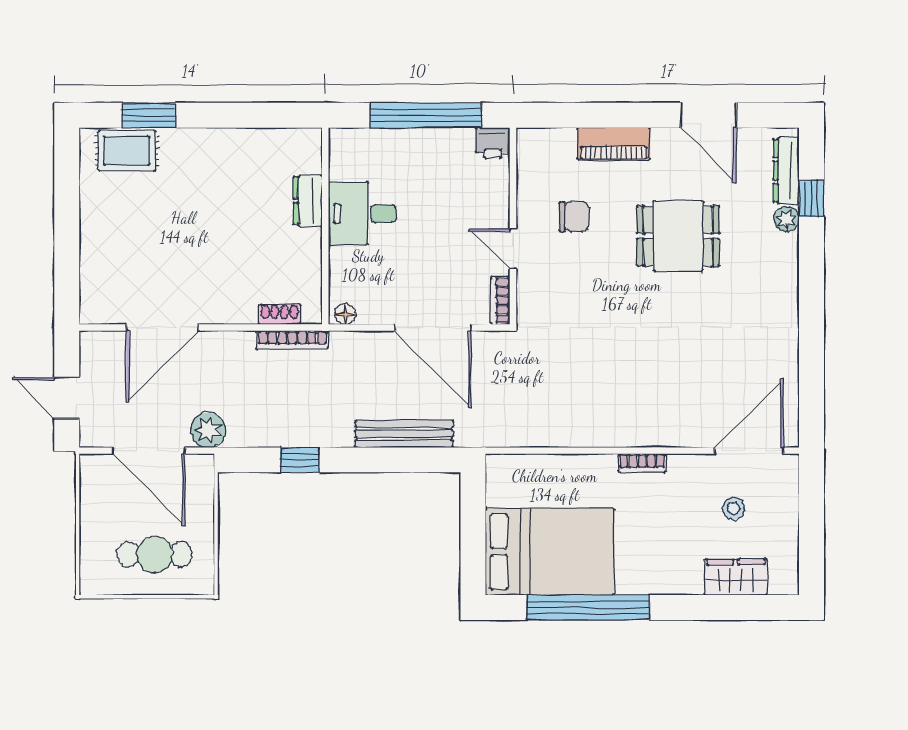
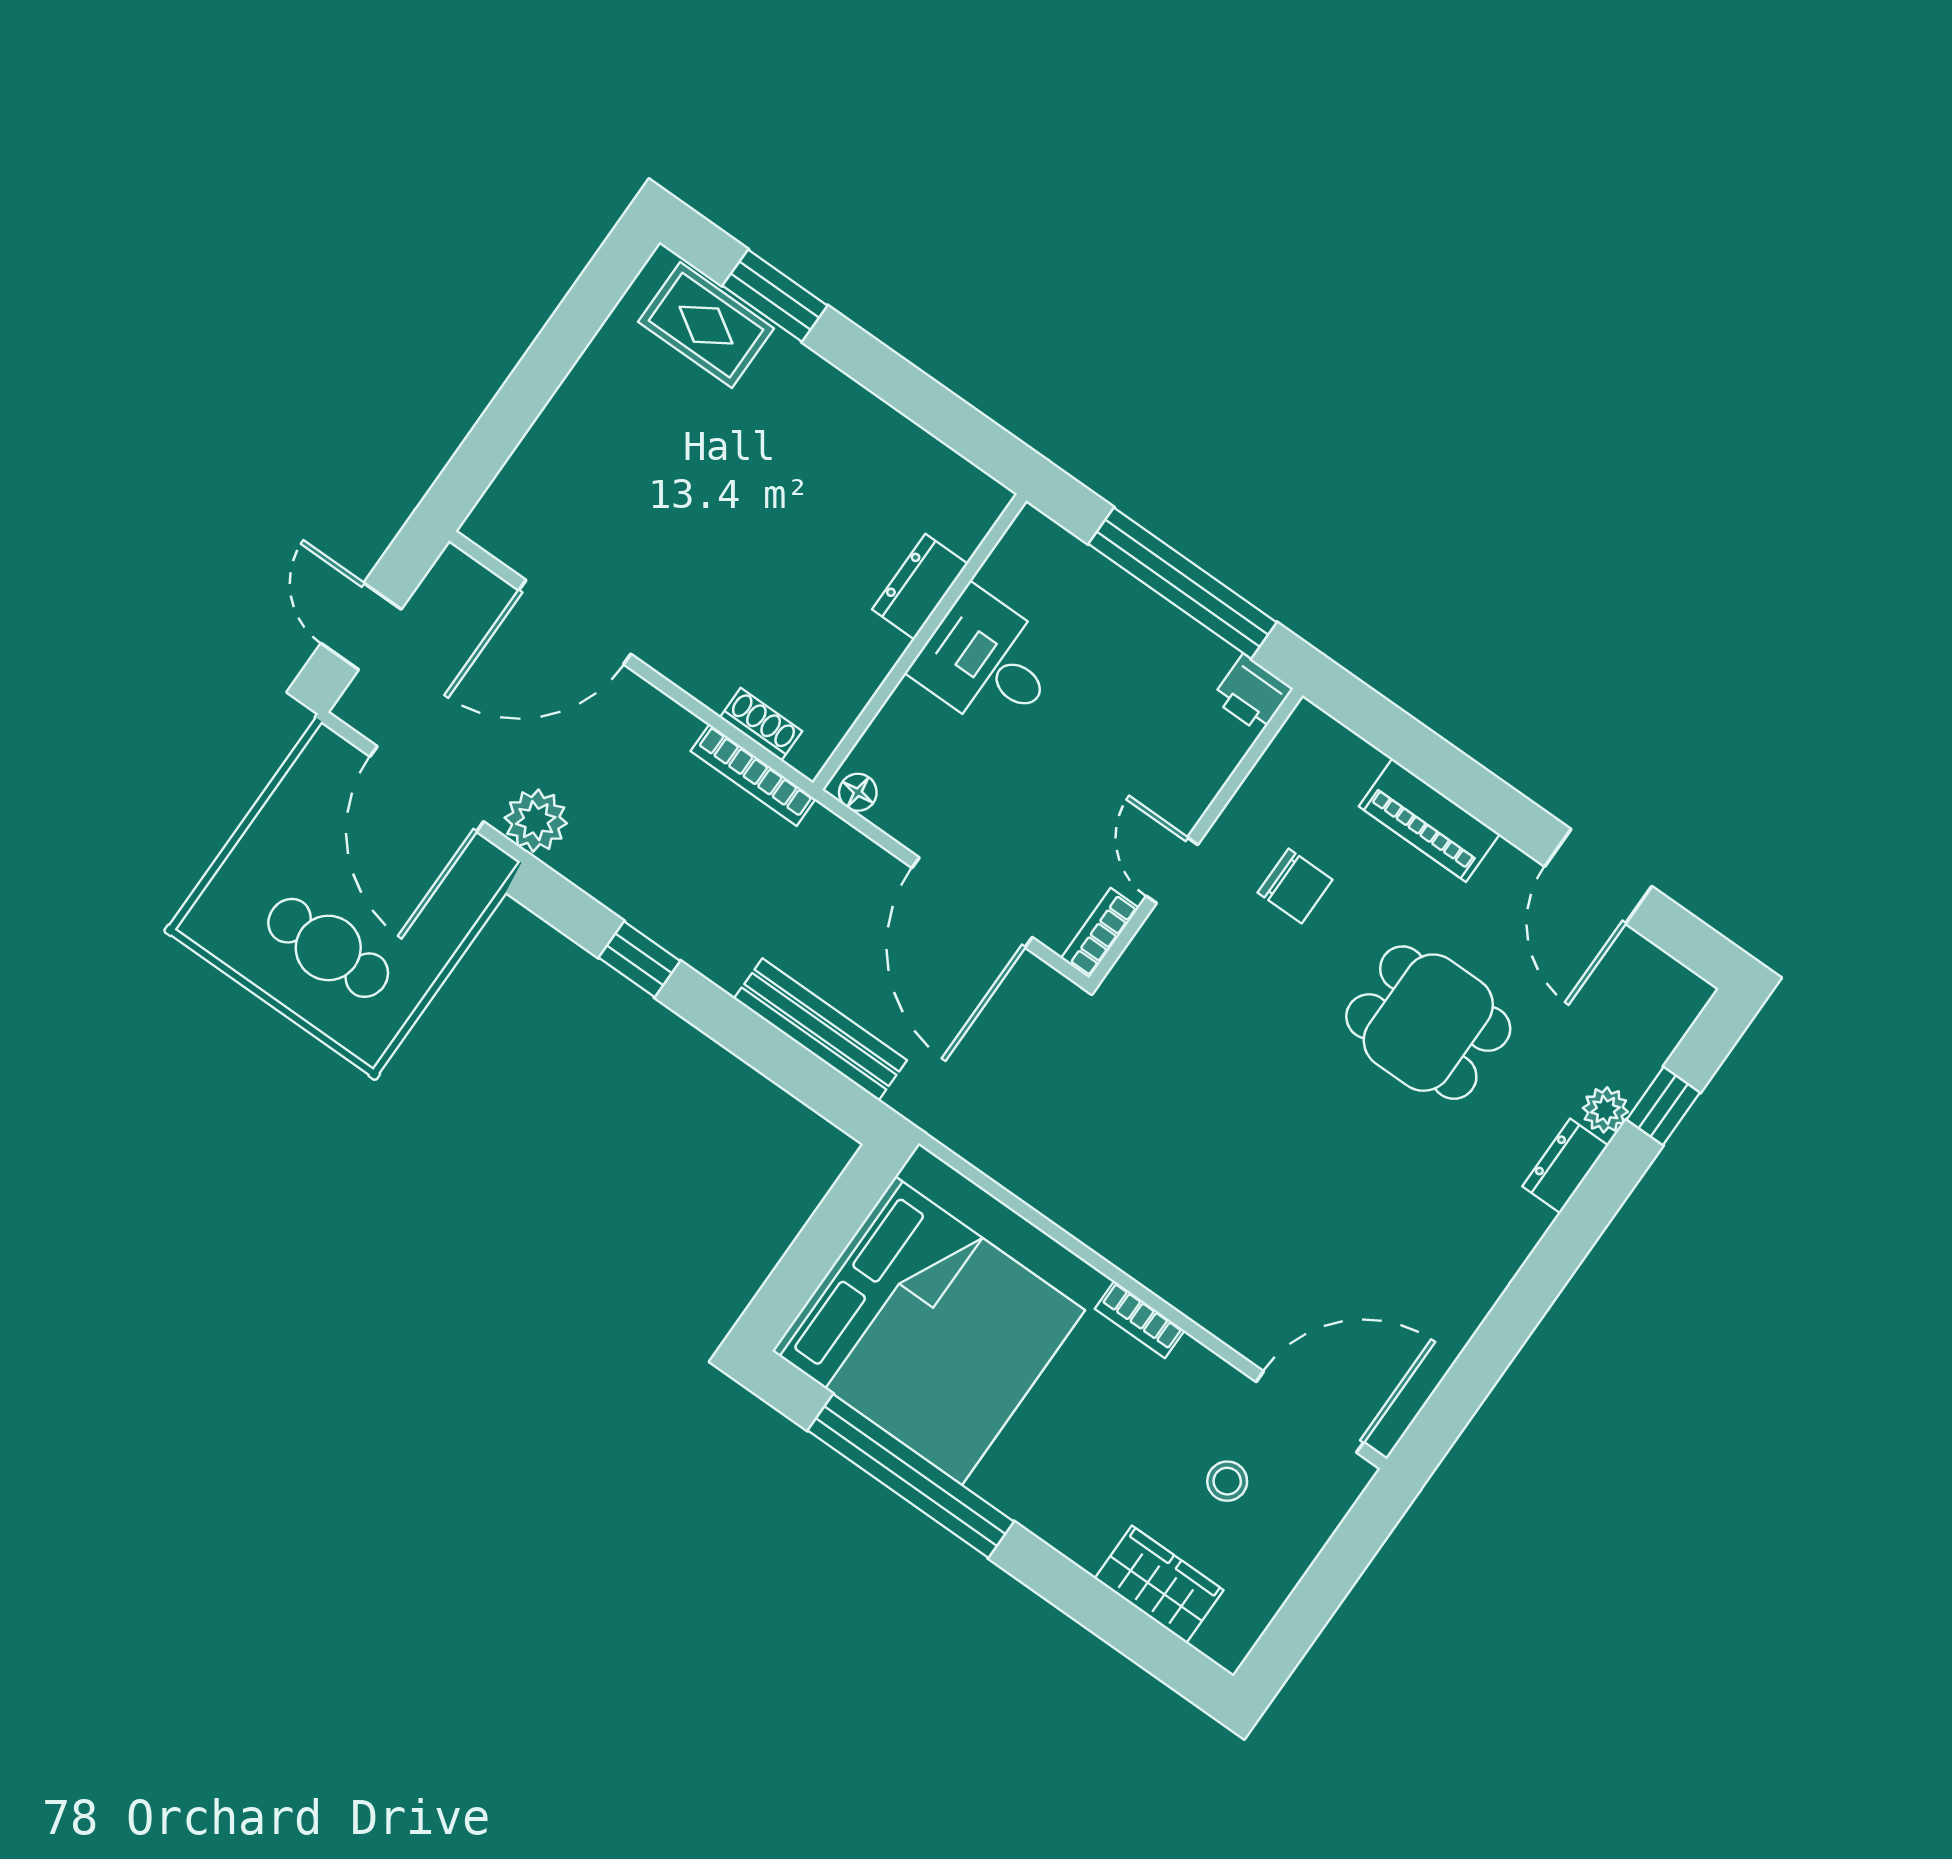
dresser: (786, 171) -> (1565, 1166), moved, width x0.70
bed: (550, 552) -> (928, 1331), width x1.36

